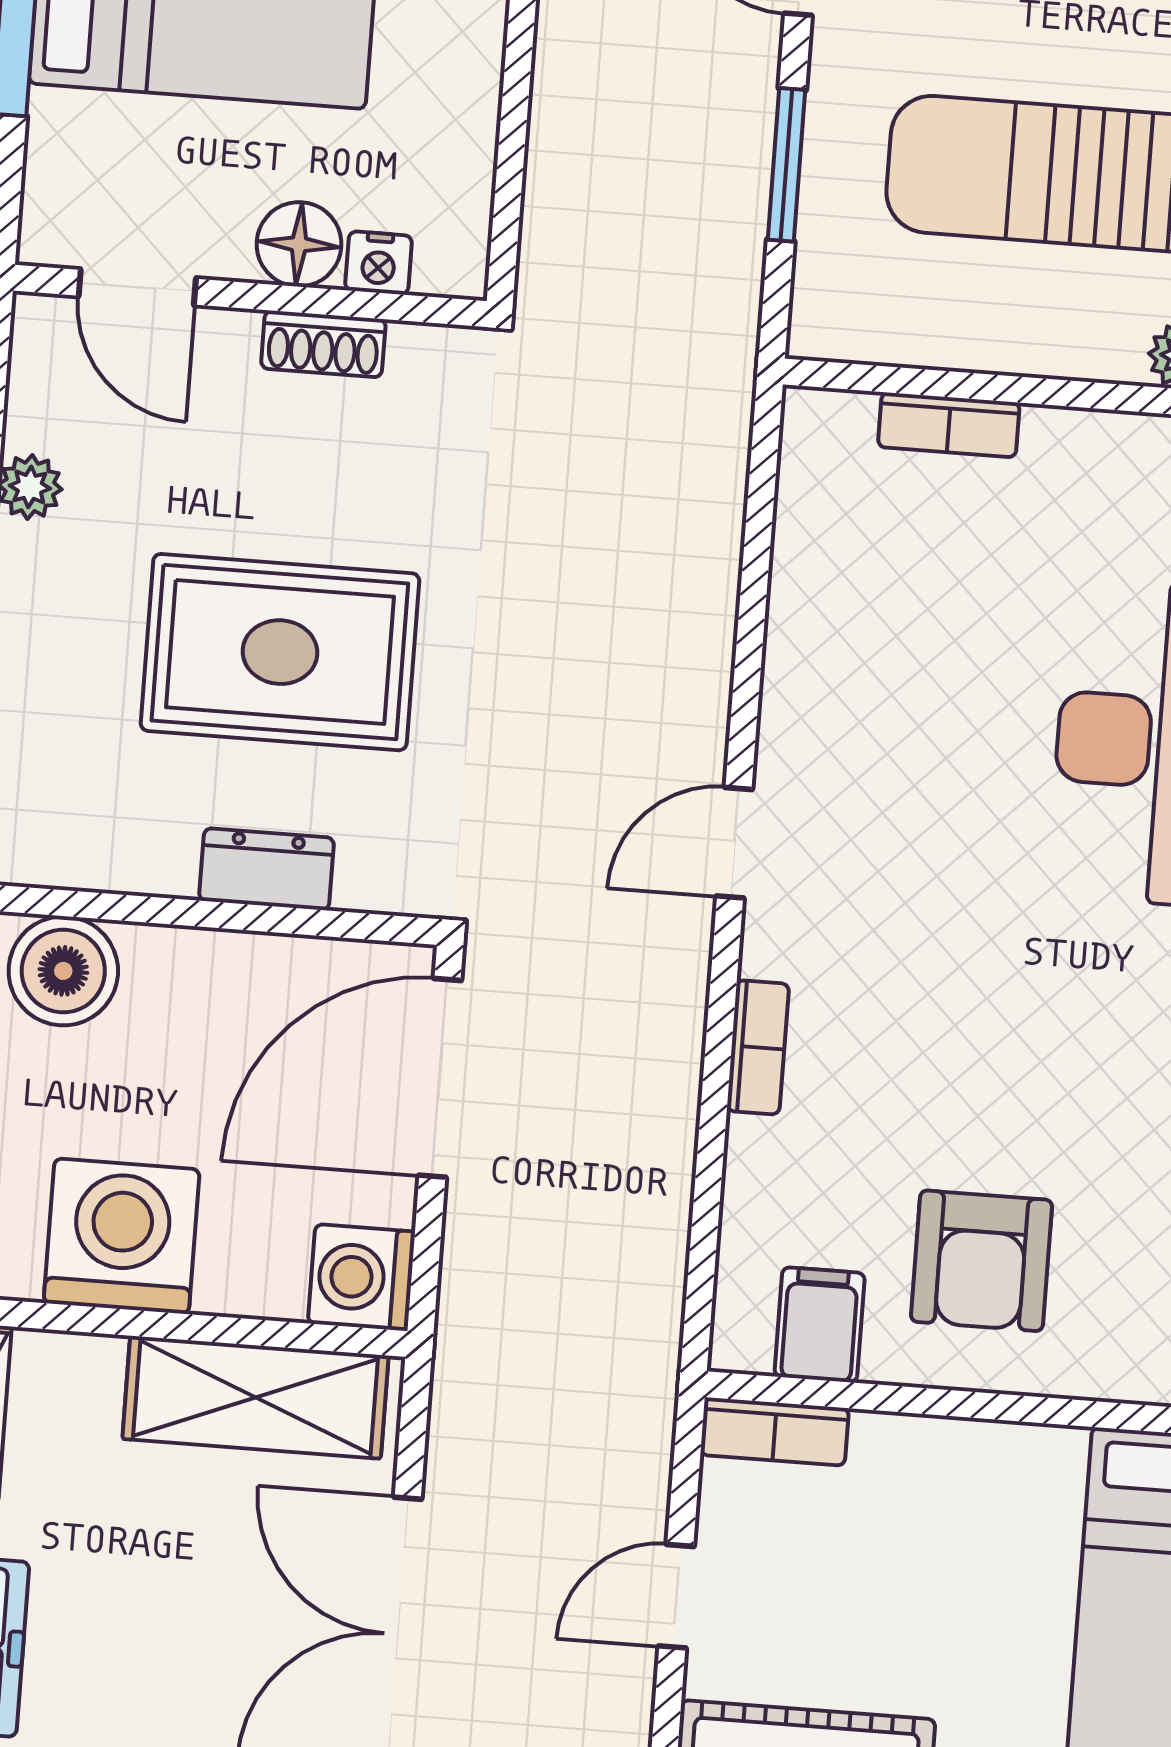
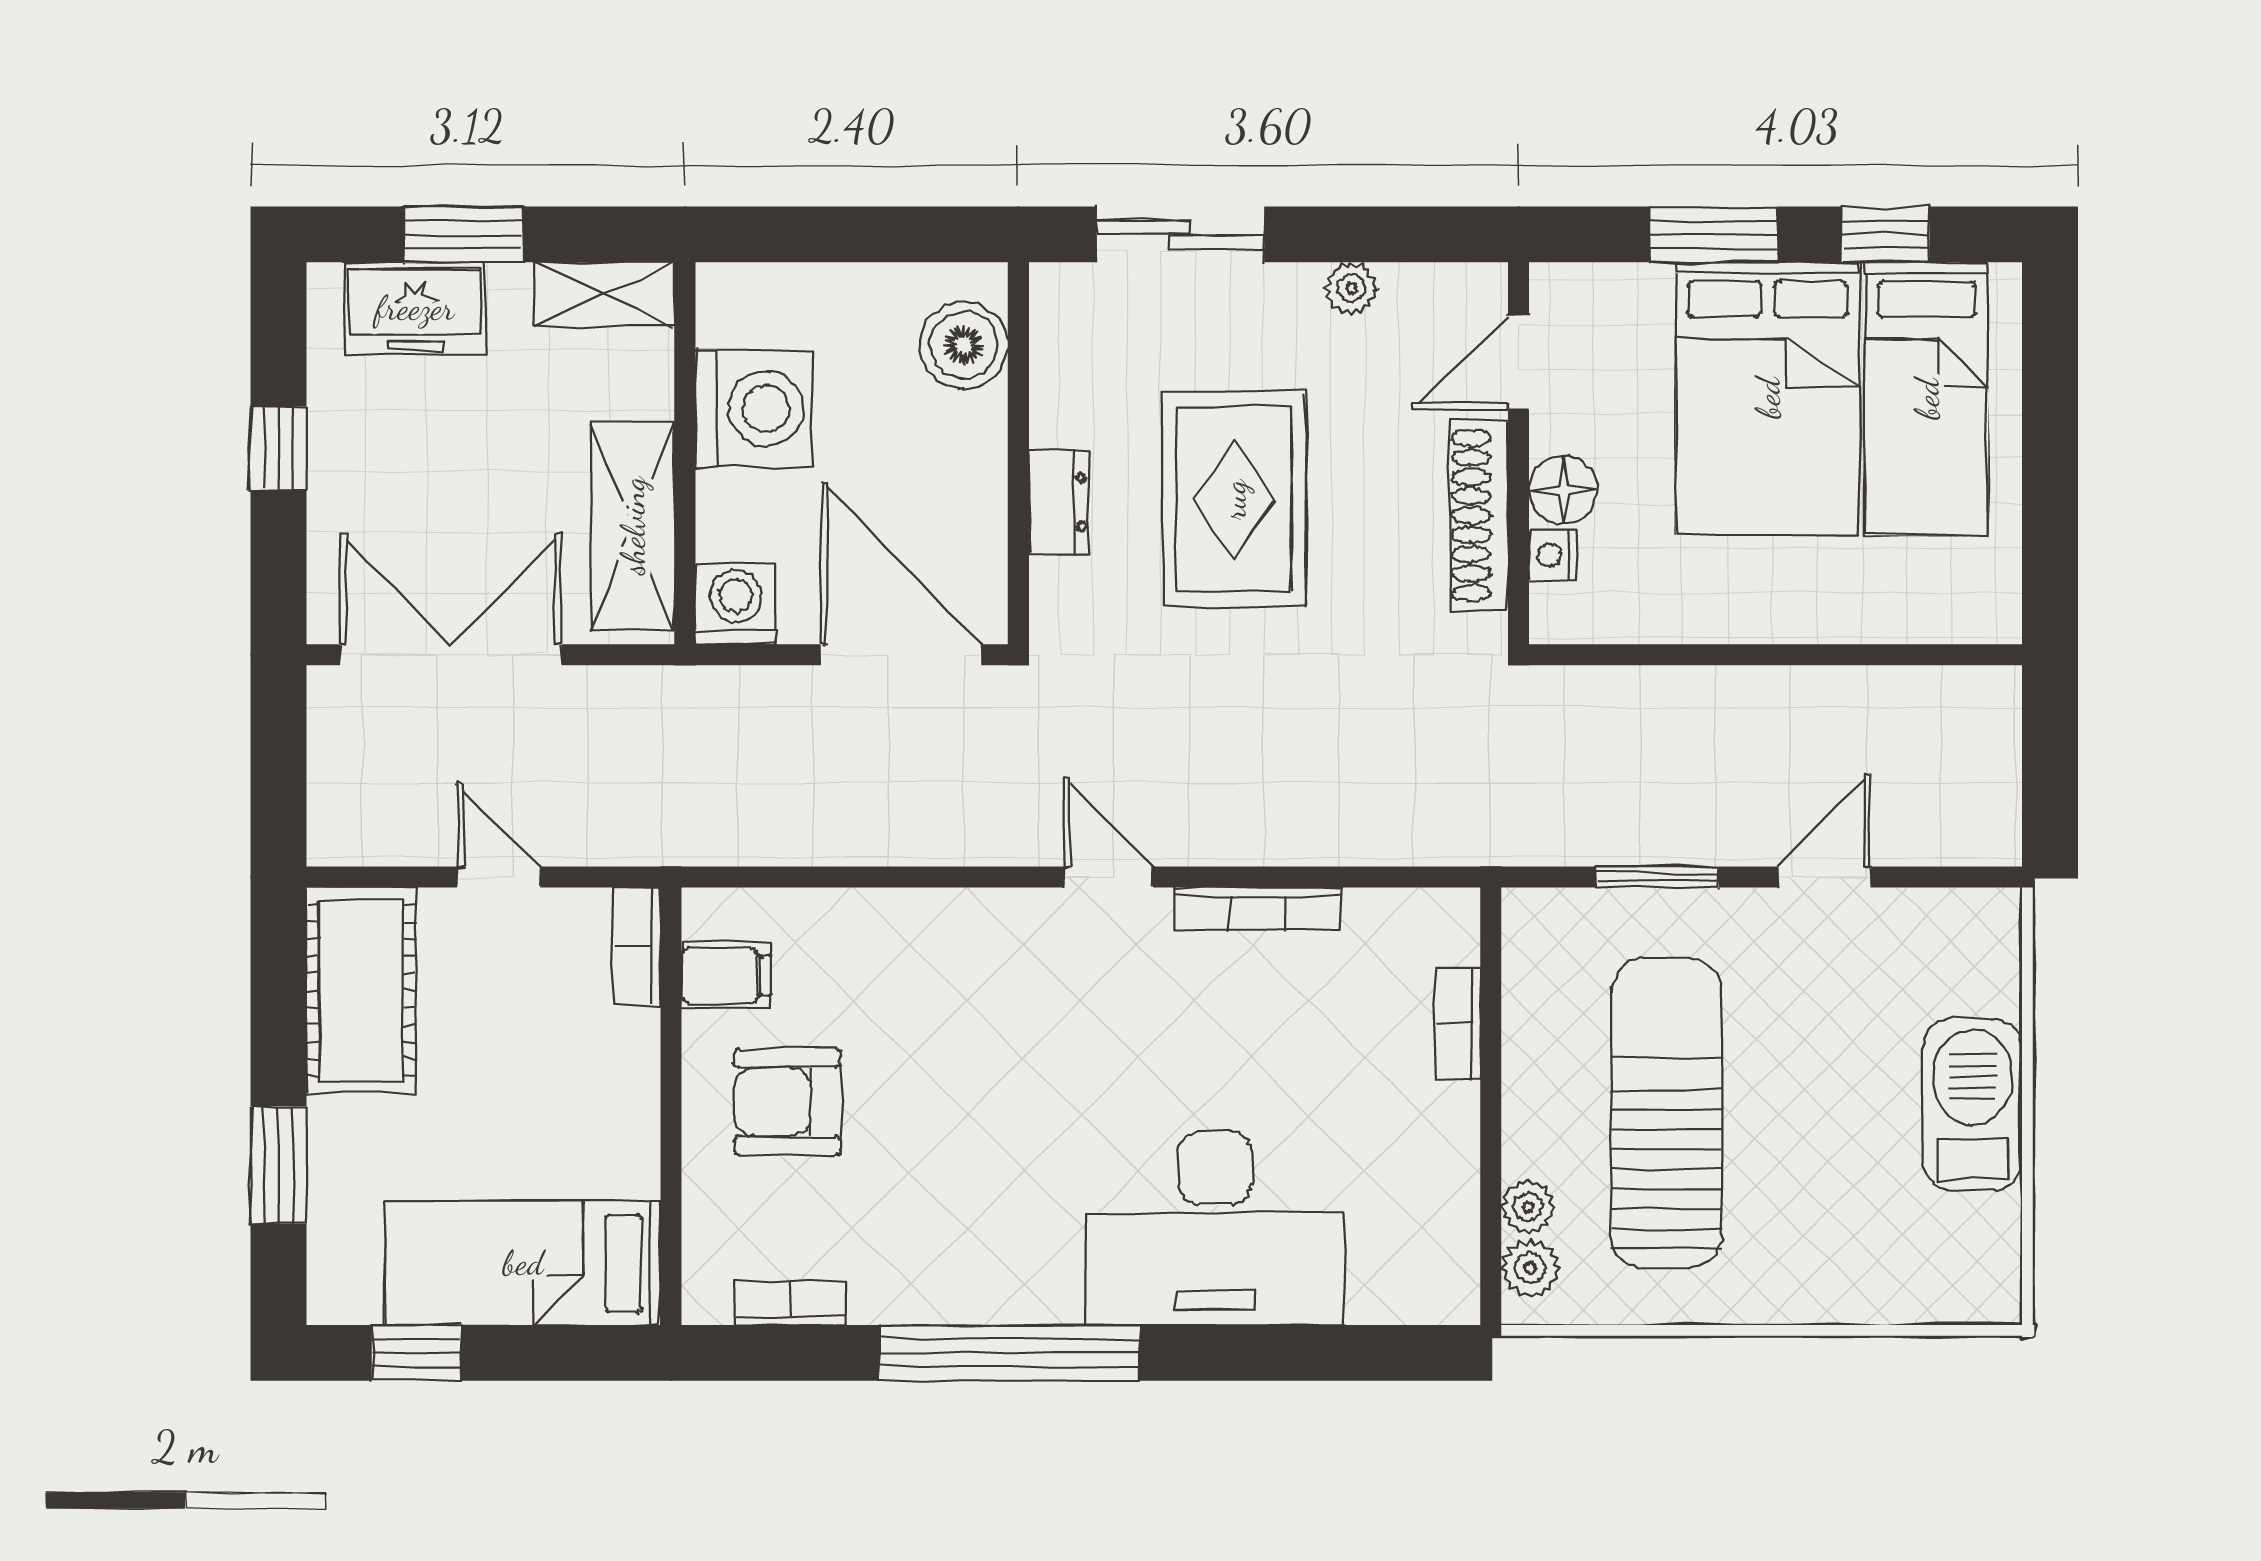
shoe rack: (323, 344) -> (1479, 515), width x1.94, depth x1.24
bookcase: (758, 1047) -> (1258, 909), moved, width x1.56

